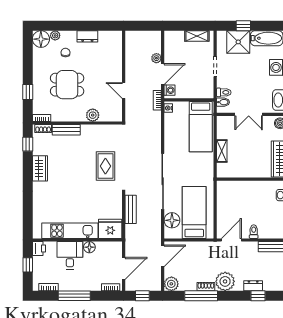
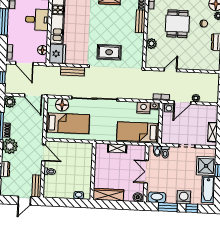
door: (163, 74) -> (182, 103), hinge flipped
nightstand: (171, 121) -> (143, 108), added
floor lamp: (89, 247) -> (42, 50), moved

